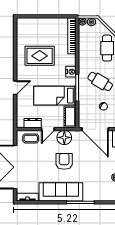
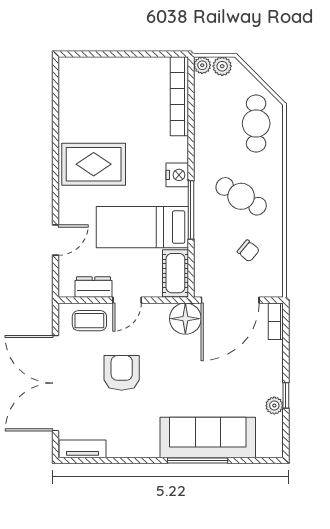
rug: (40, 56) -> (94, 164), moved
door: (15, 88) -> (55, 240), moved
door: (95, 129) -> (230, 300), hinge flipped
floor lamp: (64, 137) -> (185, 319), moved
armchair: (64, 161) -> (122, 373), moved
sofa: (61, 192) -> (208, 438), moved

